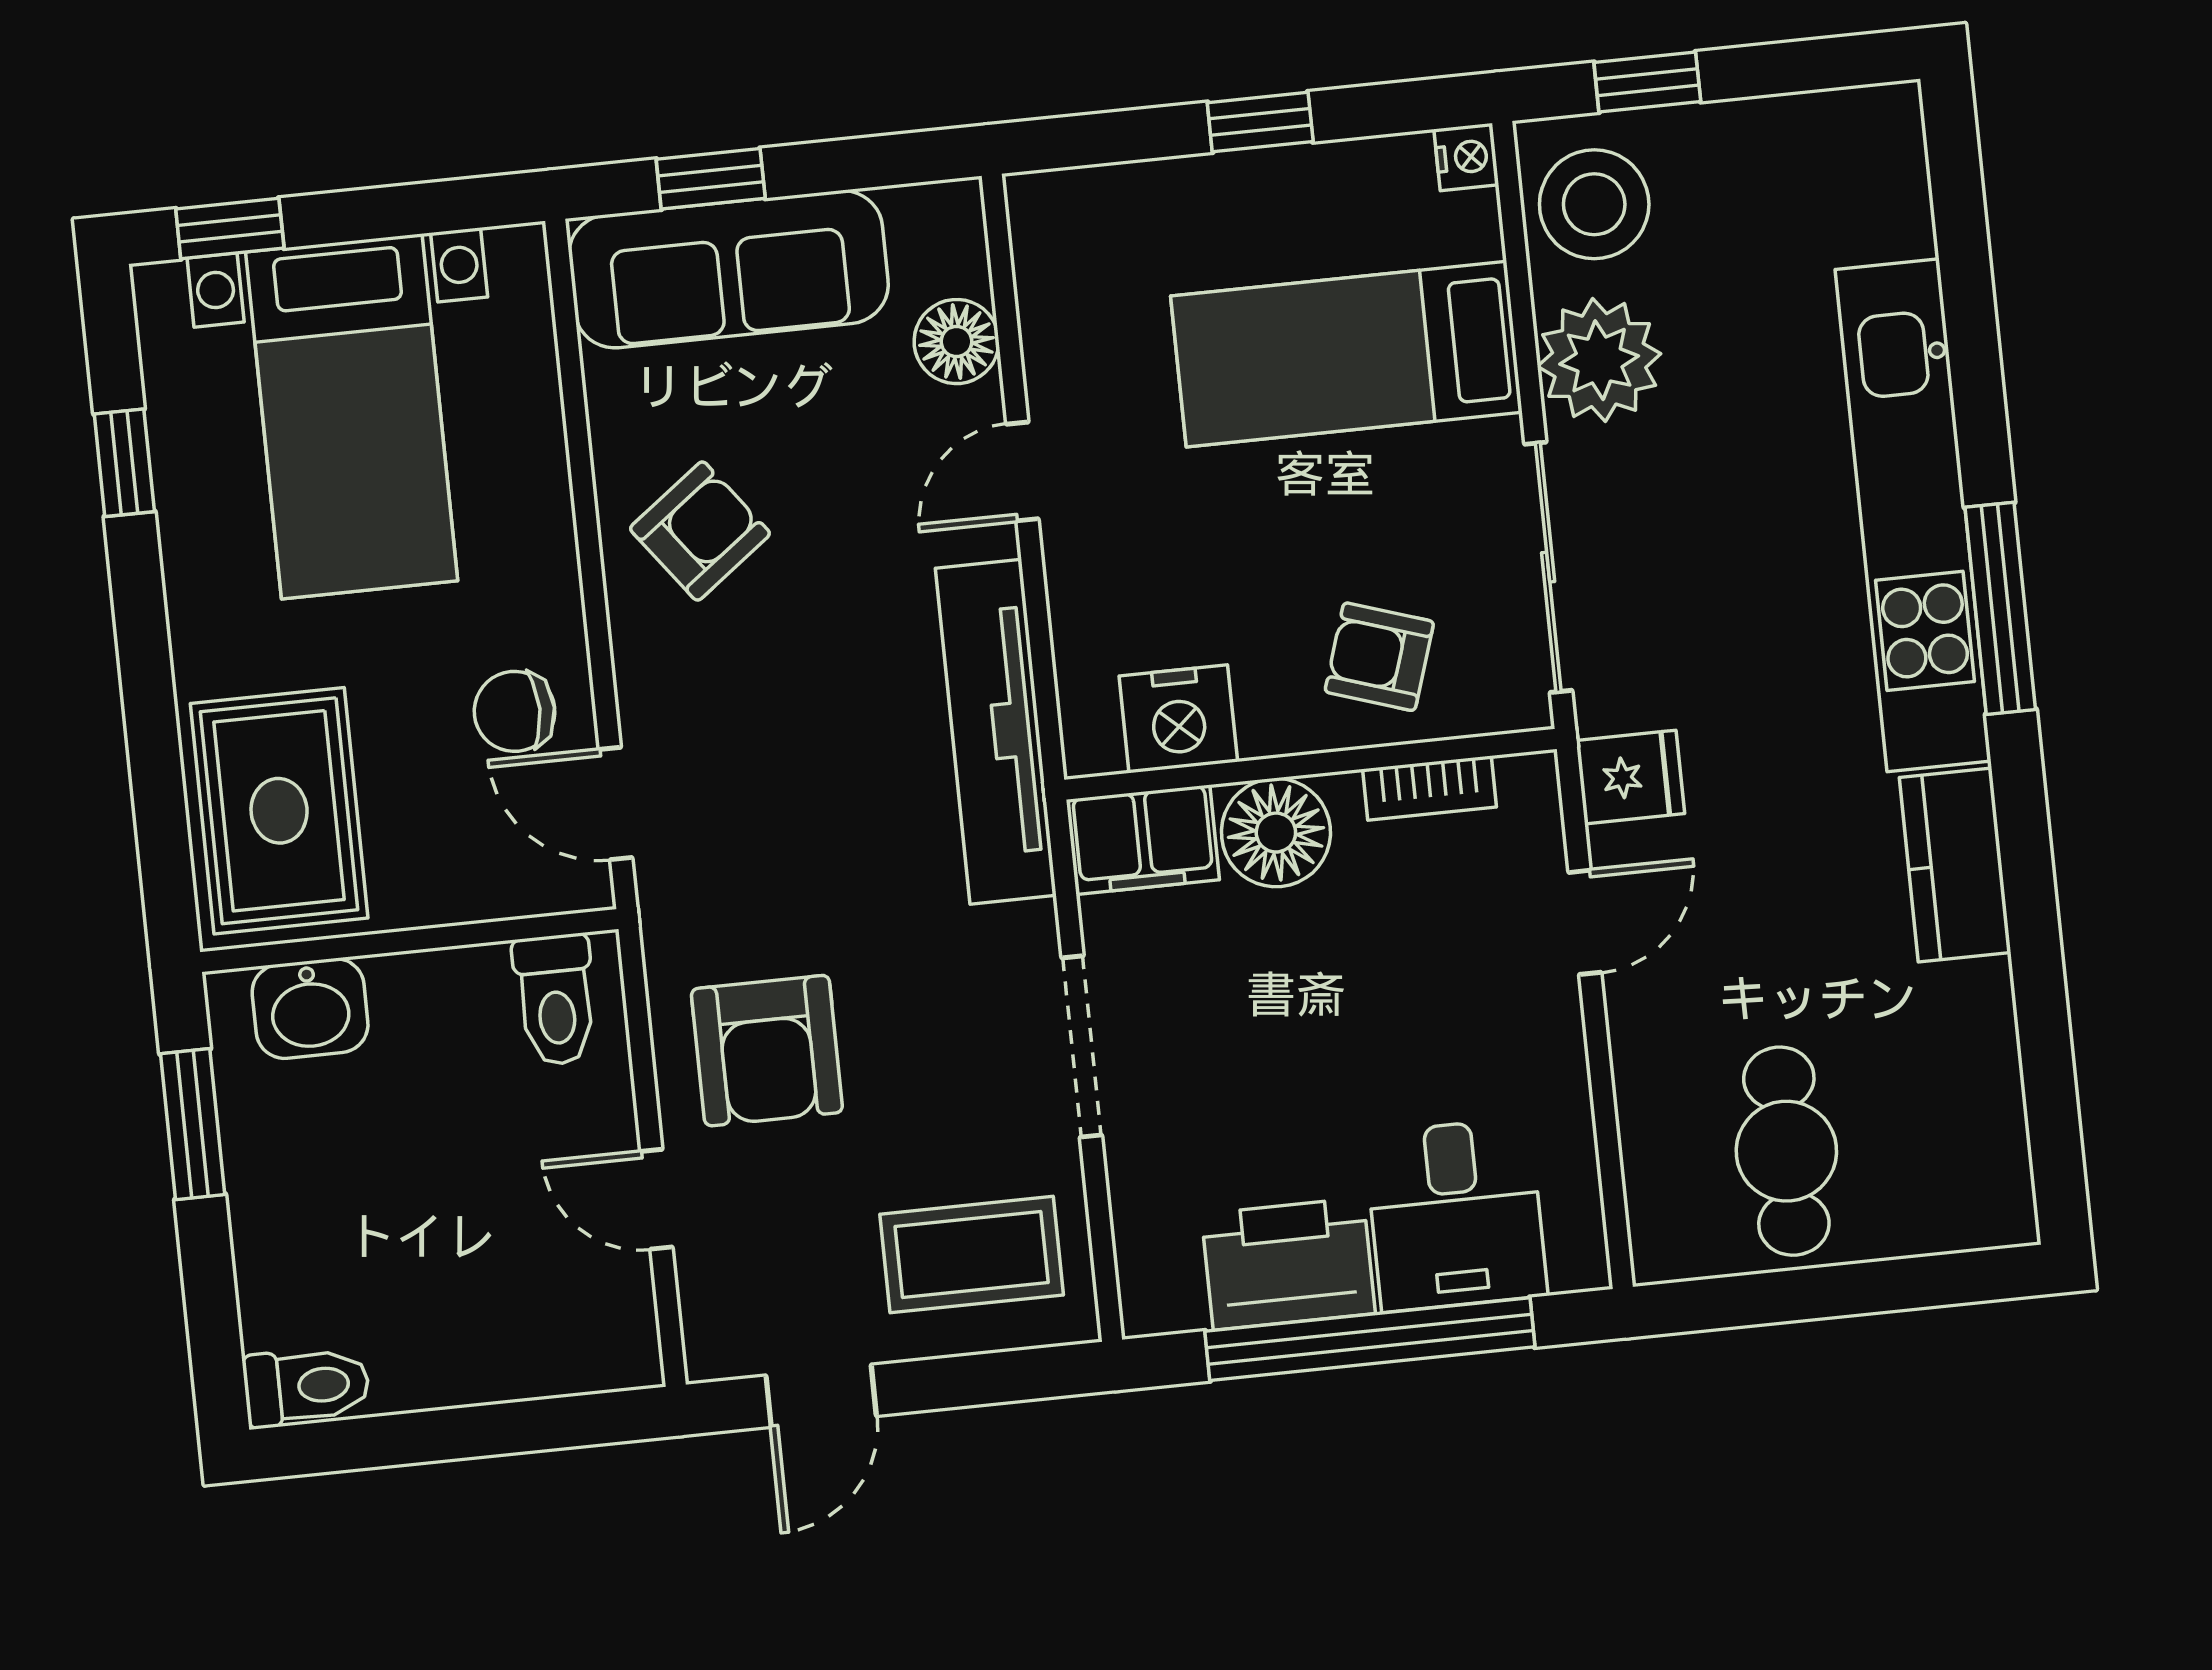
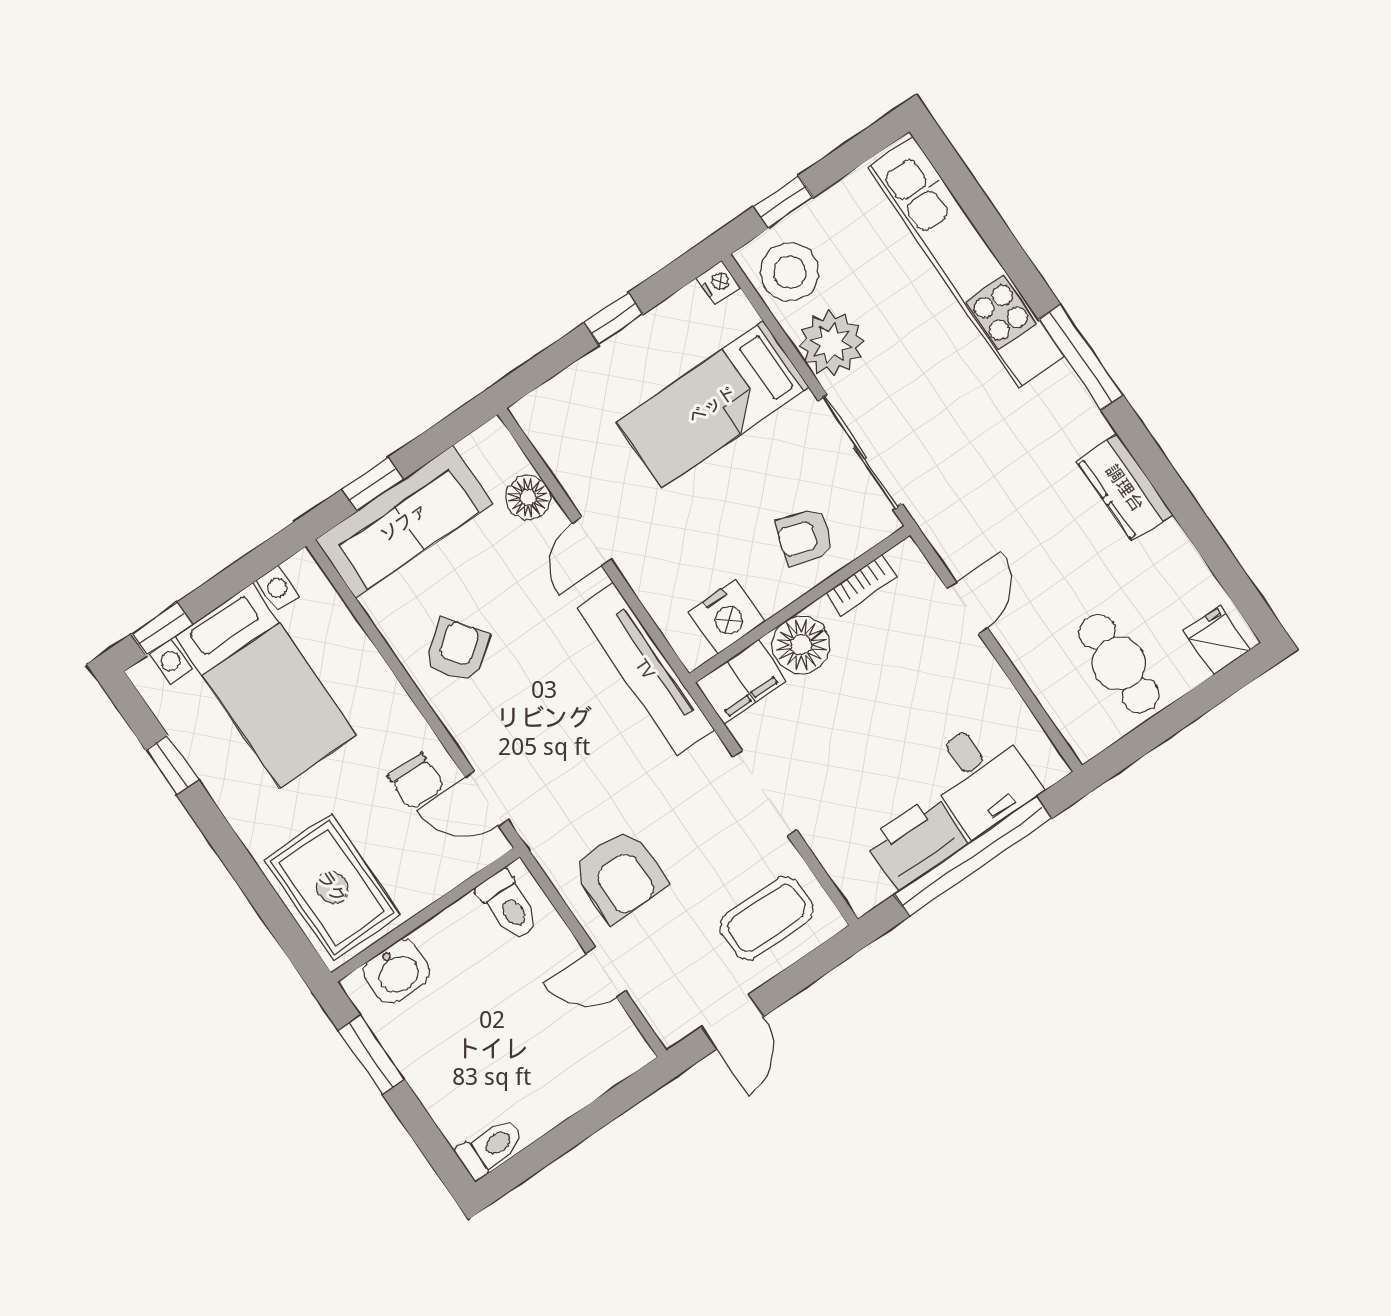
kitchen unit: (1913, 515) -> (966, 262), moved
chair: (515, 711) -> (416, 781), turned -90
fridge: (1630, 777) -> (1217, 641), moved, turned -90

